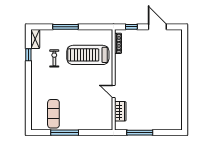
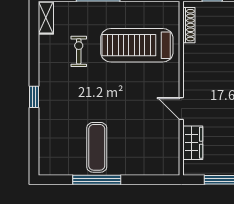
window: (28, 55) -> (34, 97), moved
exercise mat: (53, 114) -> (97, 147), moved

